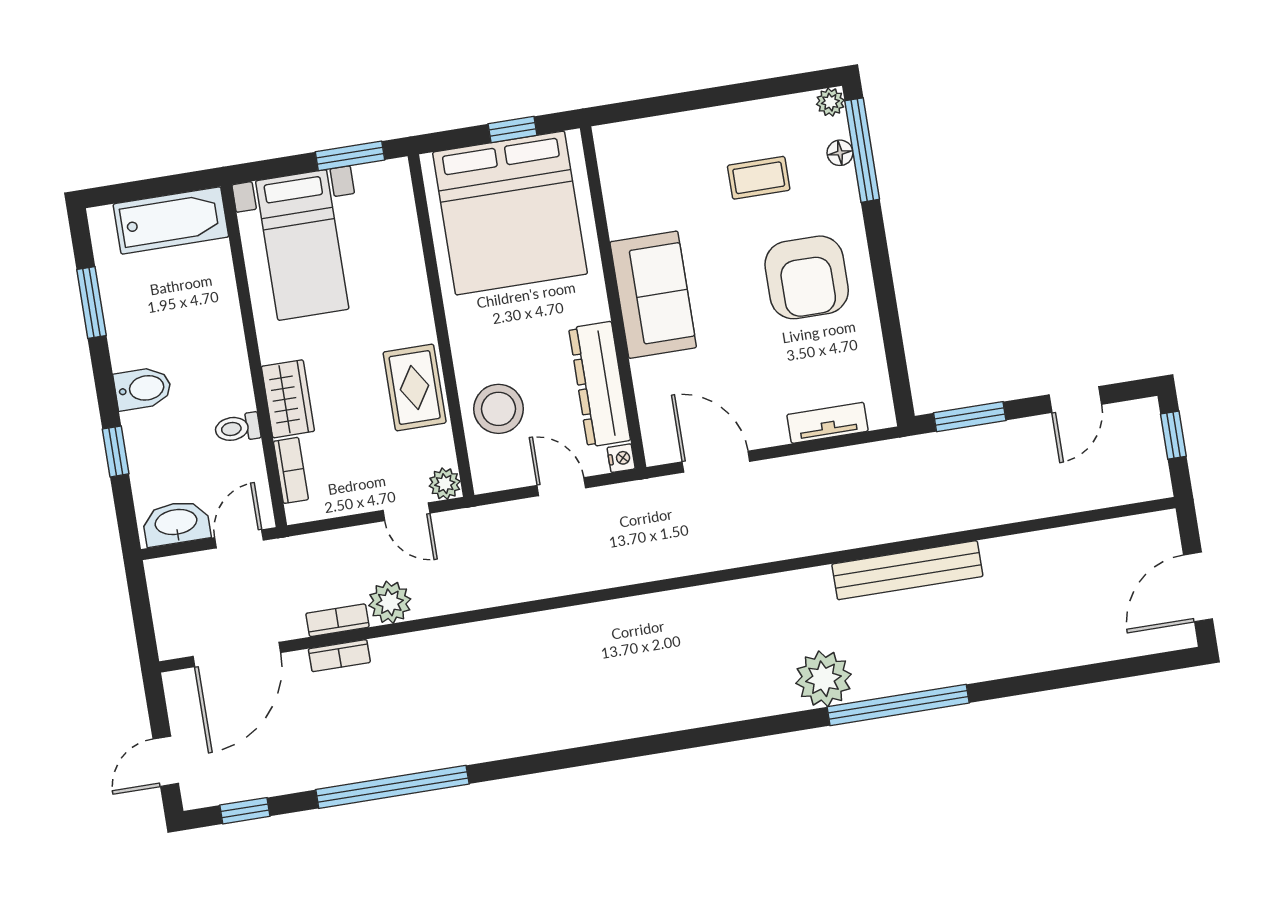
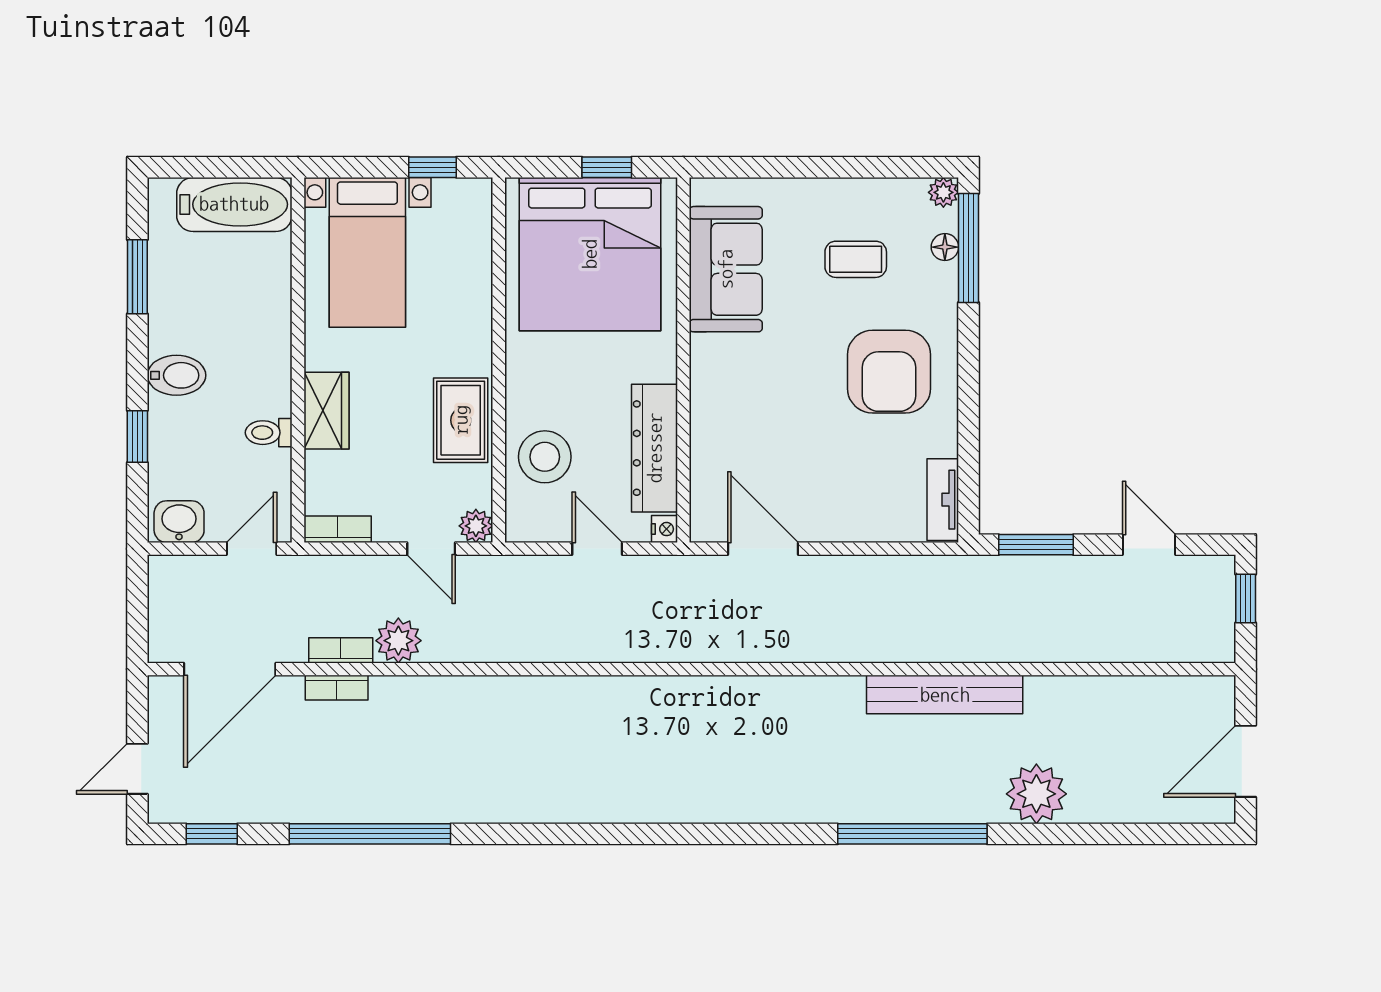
window: (350, 156) -> (432, 167), width x0.67
sofa: (653, 295) -> (726, 269), moved
door: (1075, 400) -> (1149, 545), swing flipped
tv unit: (828, 423) -> (943, 500), moved, turned -90
bookcase: (291, 470) -> (338, 529), moved, turned -90
washbasin: (176, 523) -> (179, 522), width x0.72
plant: (823, 679) -> (1036, 794), moved

